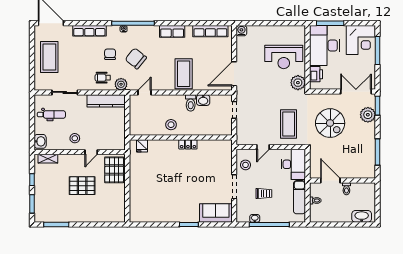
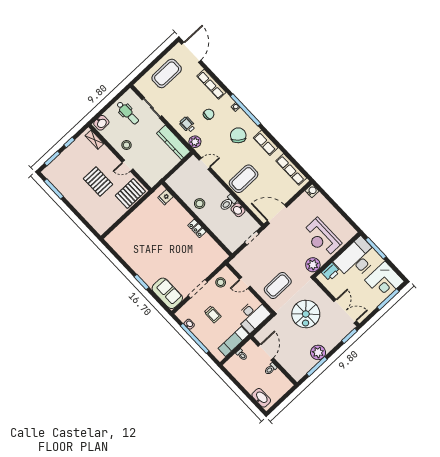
chair: (136, 58) -> (238, 135), moved
plant: (368, 115) -> (318, 352), moved

